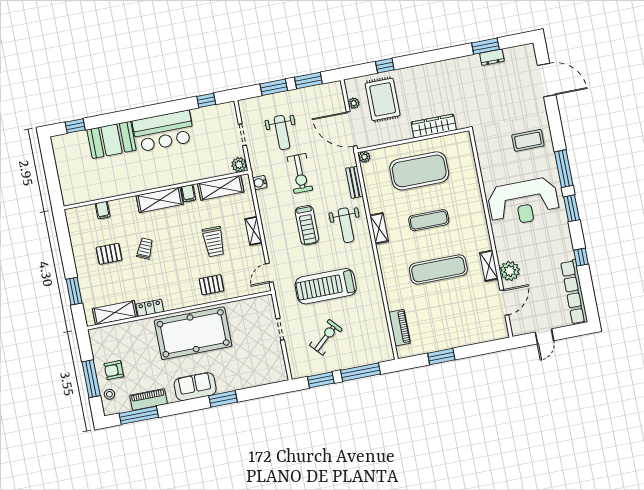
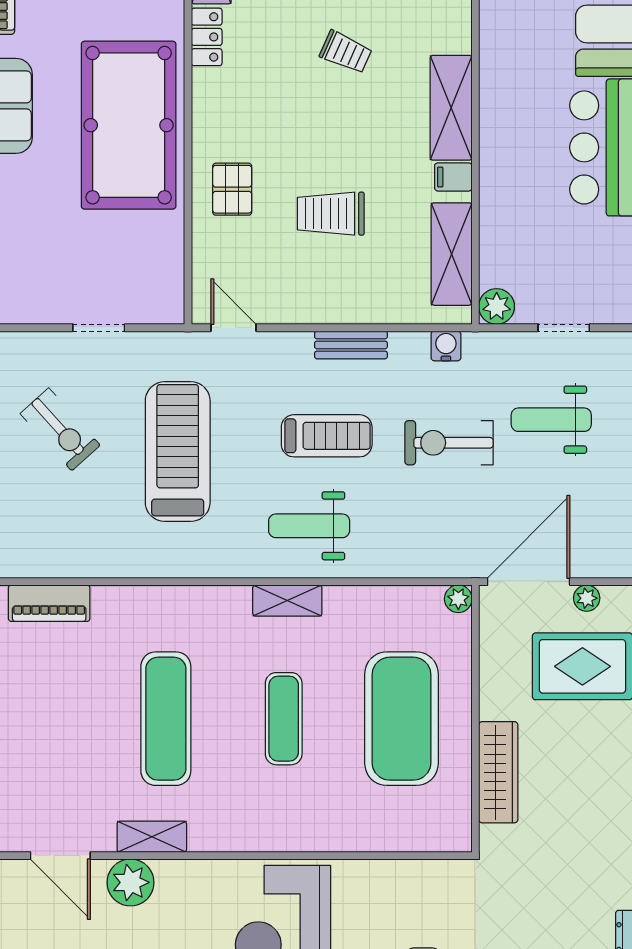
bench: (354, 182) -> (351, 345), moved
treadmill: (307, 225) -> (327, 436), turned 180
shelving: (253, 231) -> (338, 310), removed

